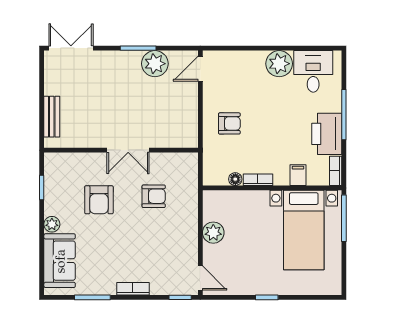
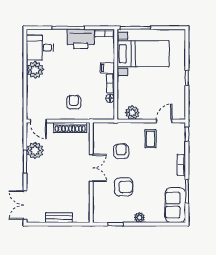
bench: (52, 117) -> (59, 218), moved
shoe rack: (190, 118) -> (70, 128), added
filing cabinet: (298, 175) -> (107, 68), moved
plant: (213, 233) -> (132, 113), moved
coffee table: (173, 241) -> (150, 139), added
sofa: (60, 261) -> (175, 205), moved, turned -90
door: (200, 278) -> (164, 121), moved

